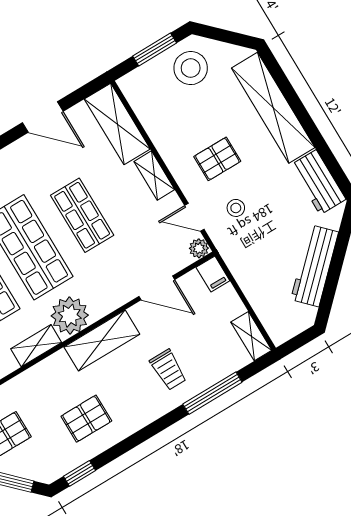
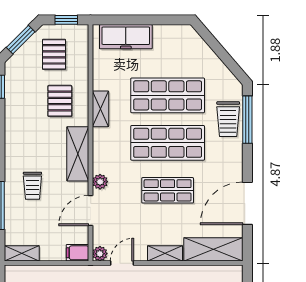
door: (43, 117) -> (247, 203), width x1.36
plant: (70, 316) -> (100, 182), moved, width x0.53, depth x0.53
trolley: (168, 370) -> (32, 186), turned -90
pallet: (86, 419) -> (60, 101), moved

